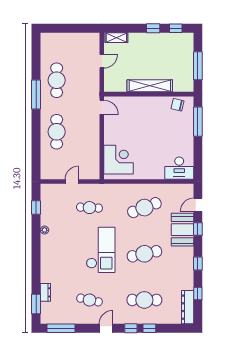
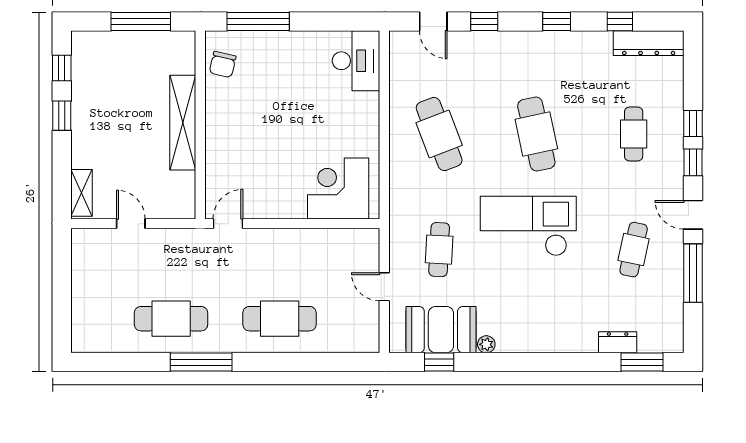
booth: (182, 230) -> (441, 330), moved
cafe table: (144, 300) -> (634, 134), width x0.73, depth x0.74
window: (61, 328) -> (693, 273), moved

